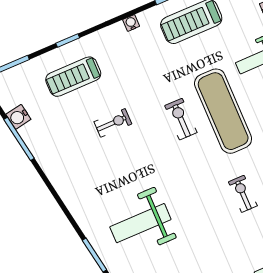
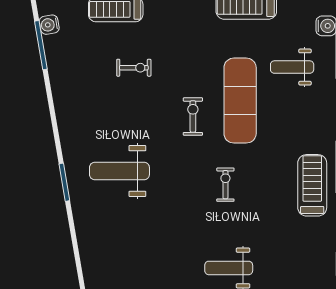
exercise bike: (181, 119) -> (193, 116), moved

